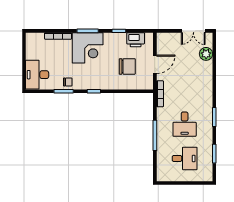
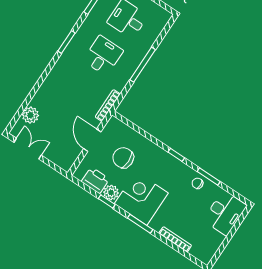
plant: (120, 38) -> (111, 193), added
corner desk: (88, 48) -> (141, 198), moved
door: (155, 64) -> (92, 140), hinge flipped

